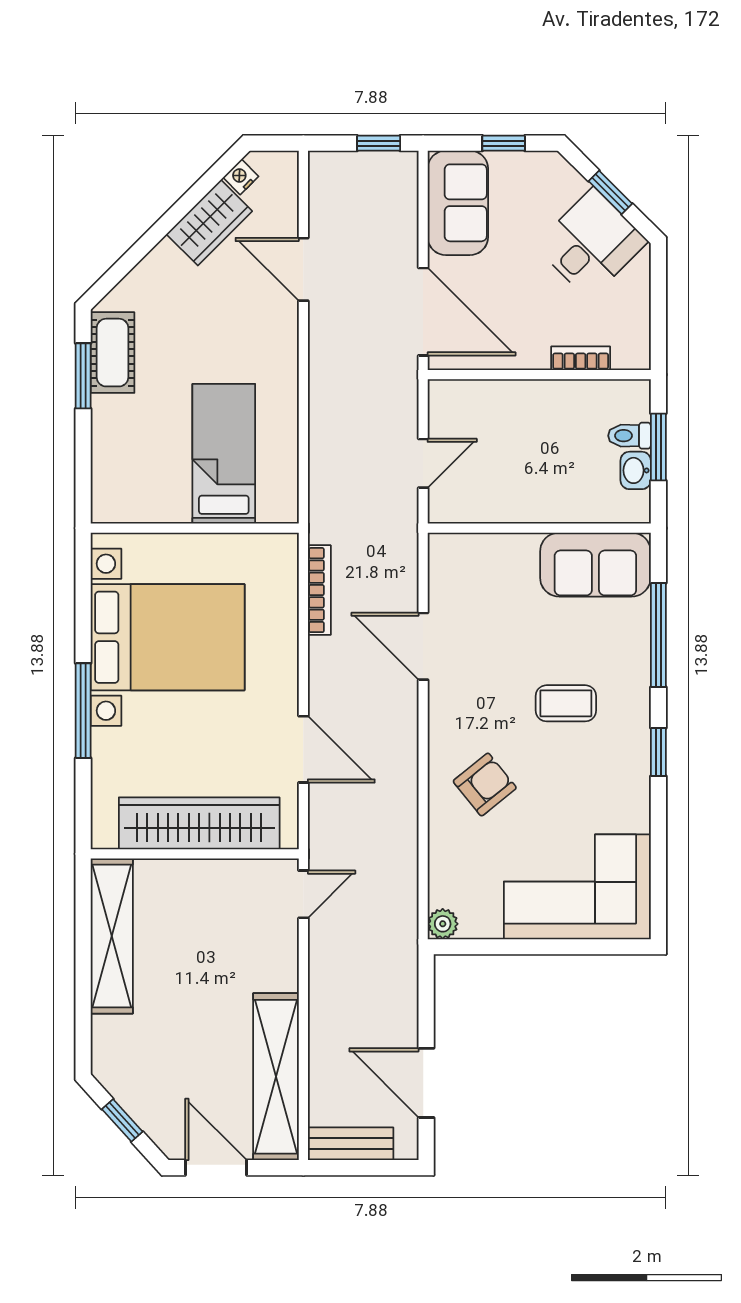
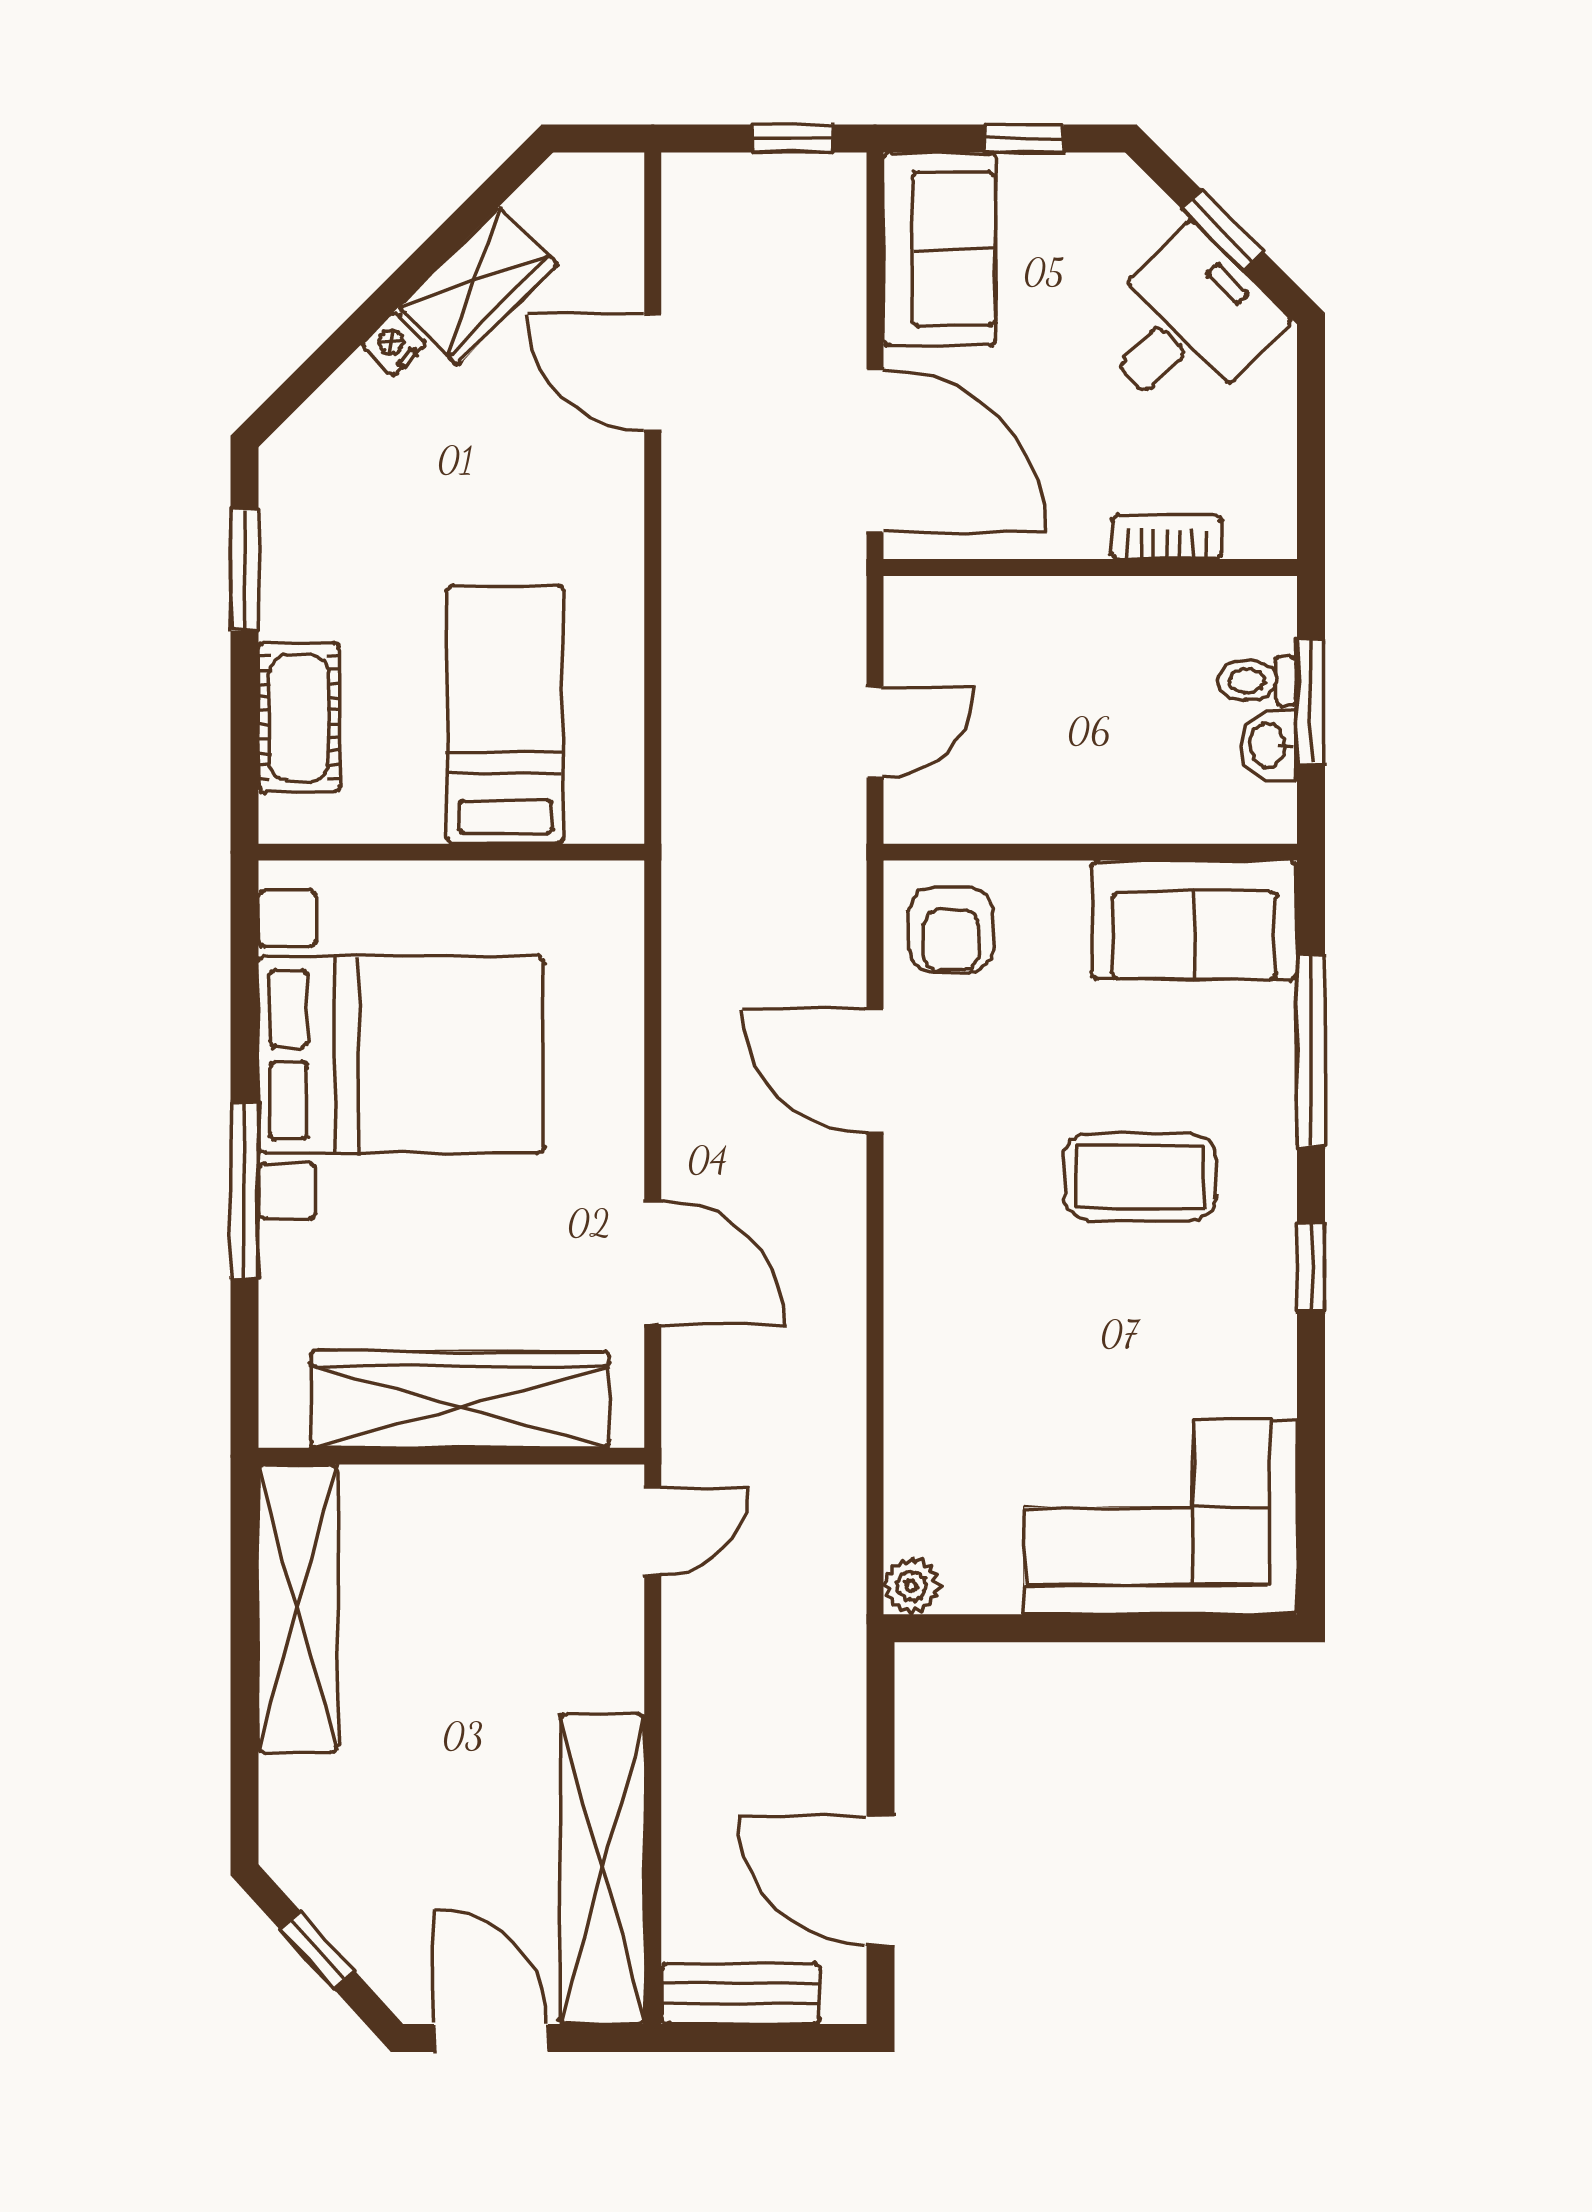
nightstand: (241, 177) -> (394, 344), moved
cot: (113, 353) -> (299, 718), moved
bookcase: (319, 590) -> (682, 967), removed
coffee table: (566, 703) -> (1140, 1177), width x1.36, depth x1.30
armchair: (485, 785) -> (951, 930), moved, turned 129

